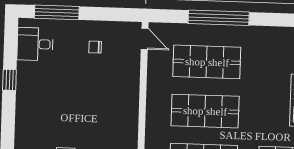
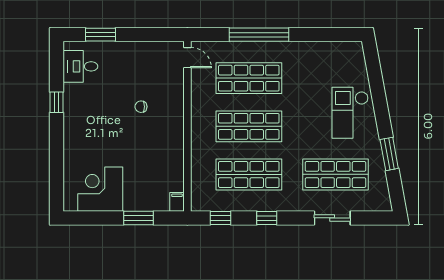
window: (57, 12) -> (101, 35), width x0.69
chair: (95, 47) -> (141, 107), moved

